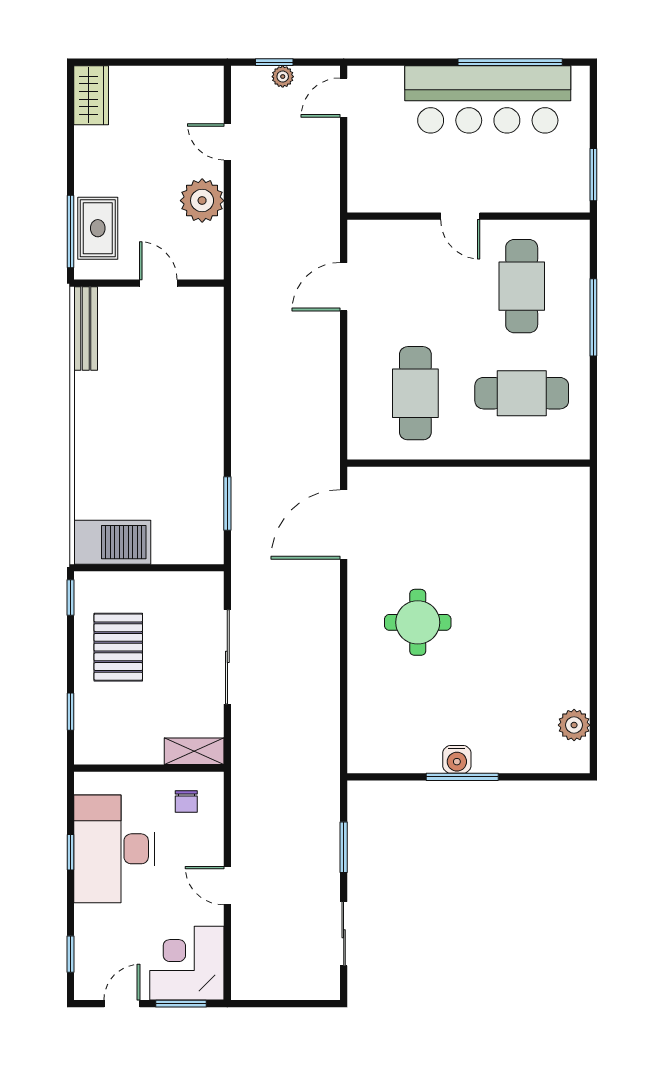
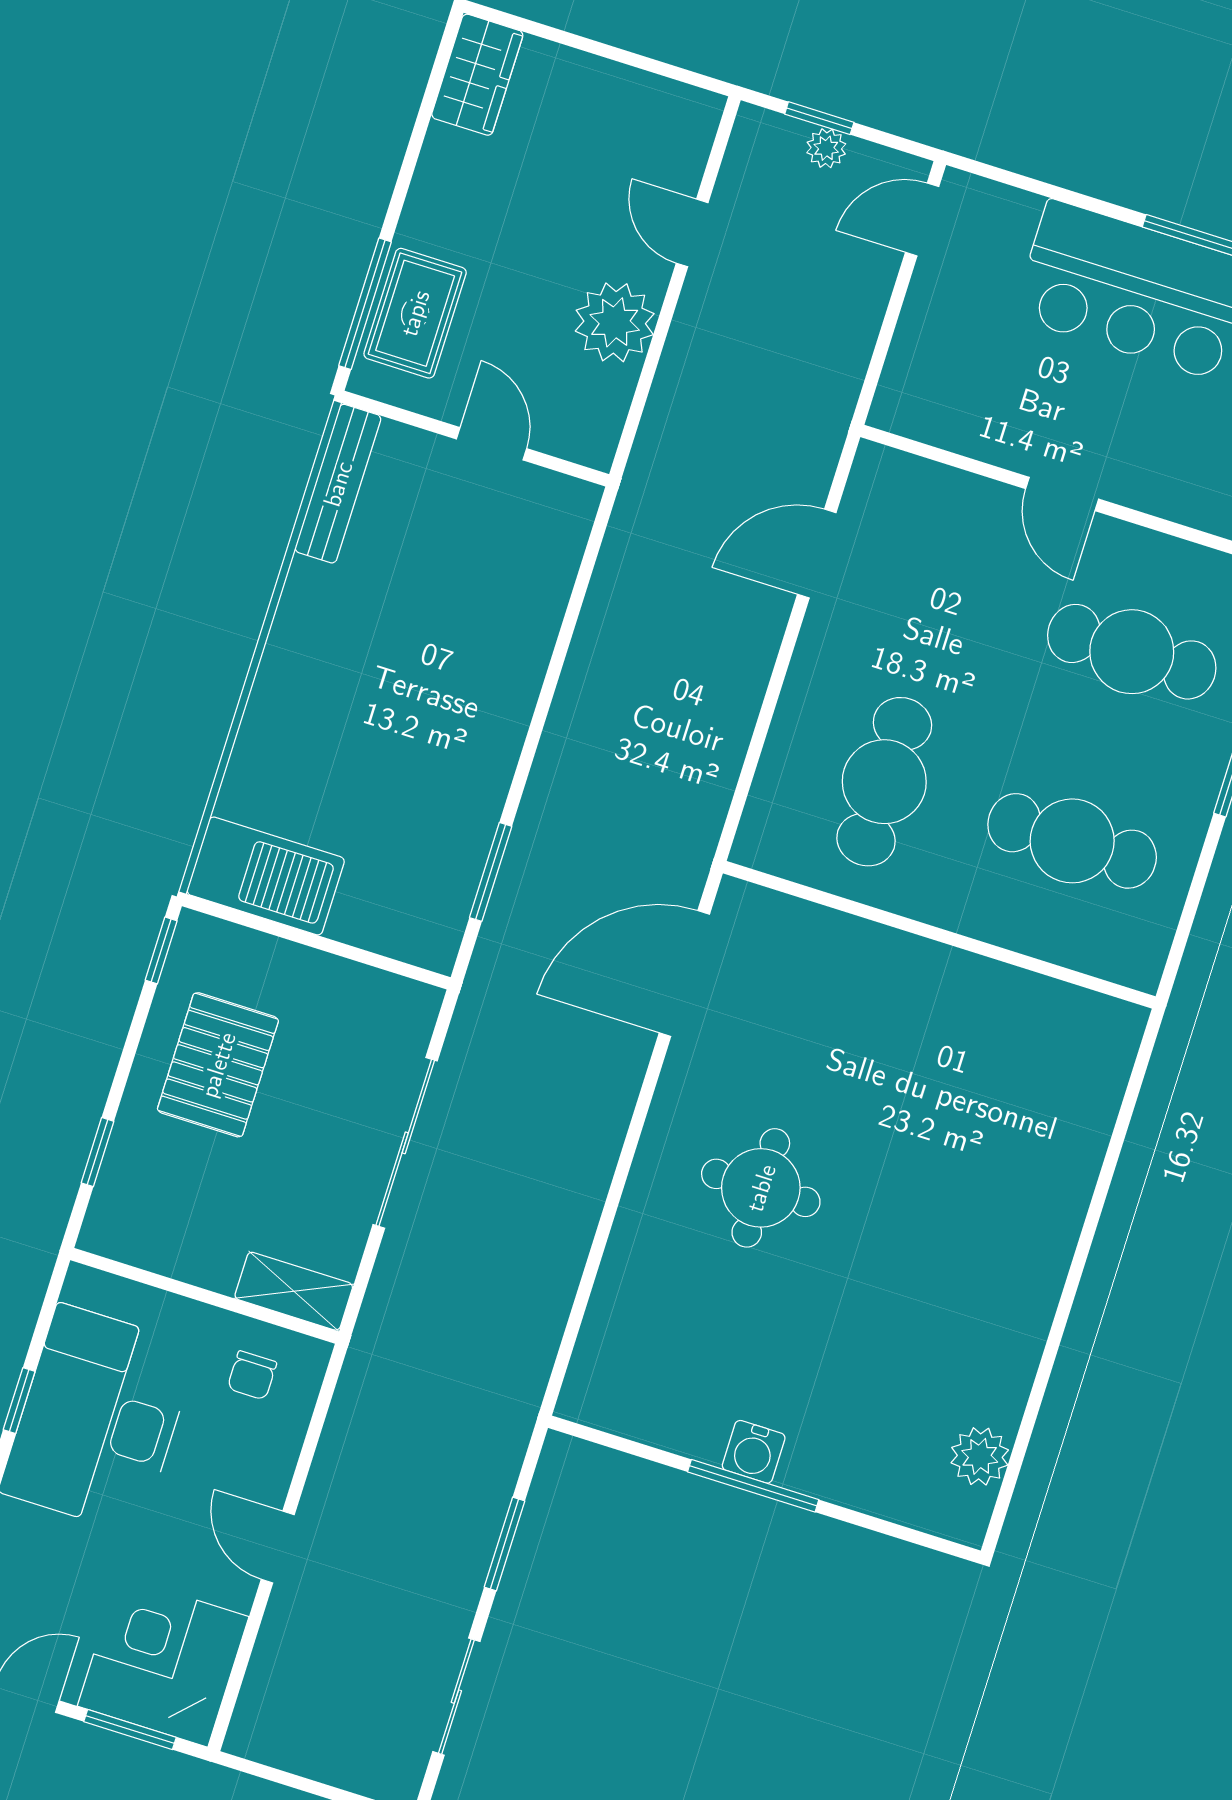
cafe table: (522, 286) -> (1132, 652), turned 90

